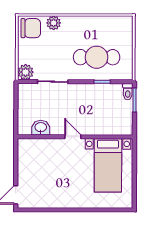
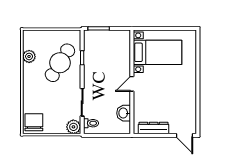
plant: (54, 23) -> (29, 56), moved
cafe table: (97, 57) -> (60, 63), turned 32
toilet: (128, 92) -> (91, 123), moved
dresser: (24, 161) -> (154, 128), added

